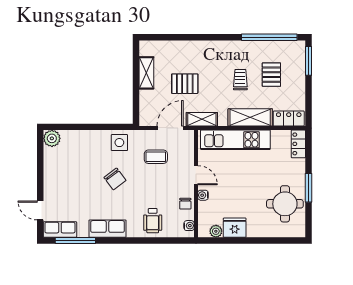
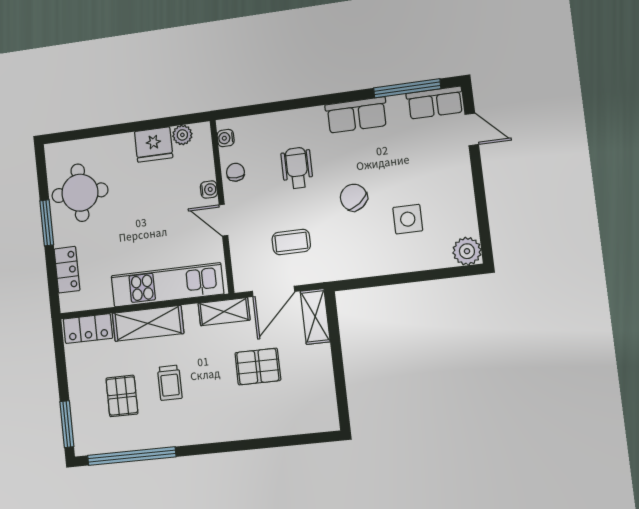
shelving: (146, 73) -> (315, 316), moved
side table: (119, 143) -> (408, 219), moved
locker: (298, 144) -> (67, 270), moved
wheelchair: (153, 221) -> (297, 168), moved

